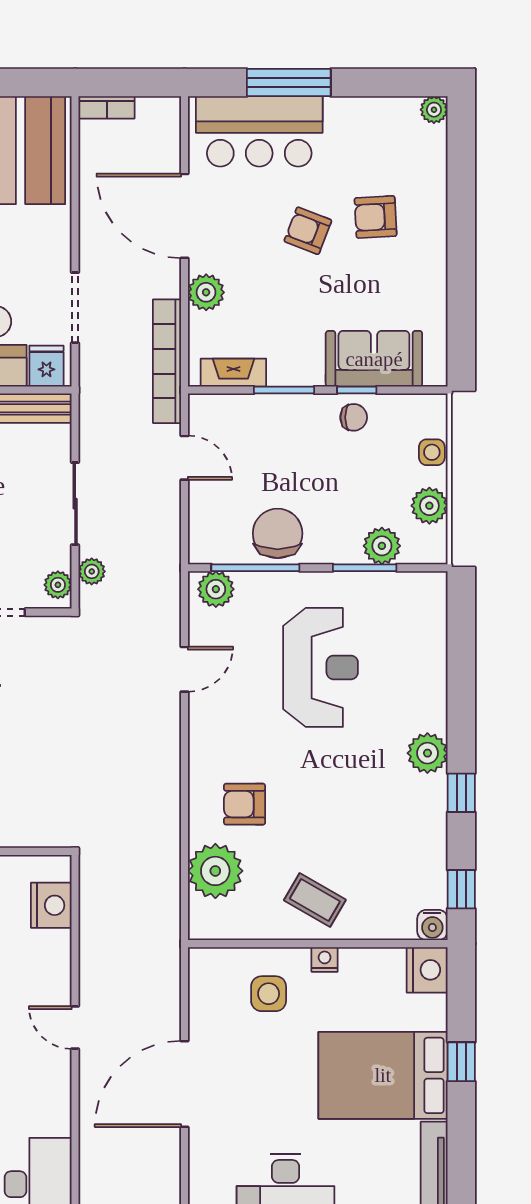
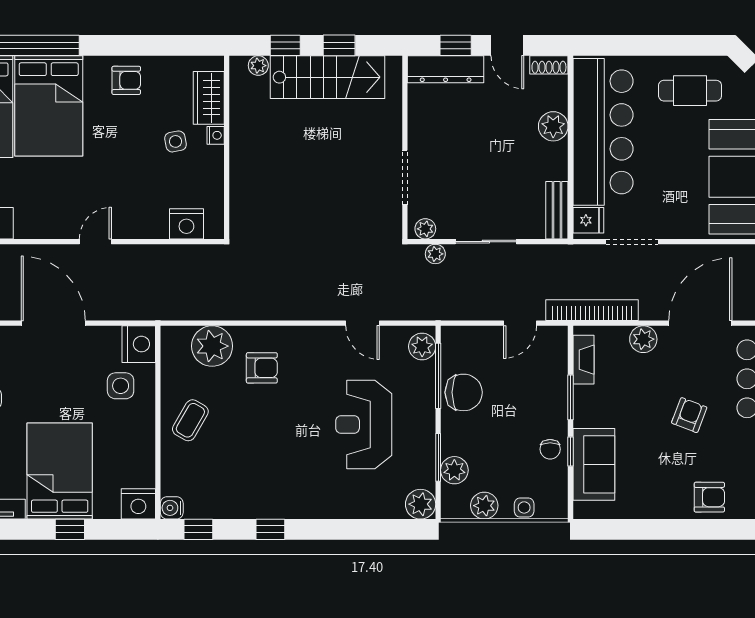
armchair: (376, 217) -> (709, 497), moved, turned 93
reception desk: (320, 667) -> (364, 424), turned 90
plant: (427, 753) -> (421, 504), moved
armchair: (245, 804) -> (262, 368), turned 90
nightstand: (325, 959) -> (139, 344), moved, width x1.89, depth x1.79

